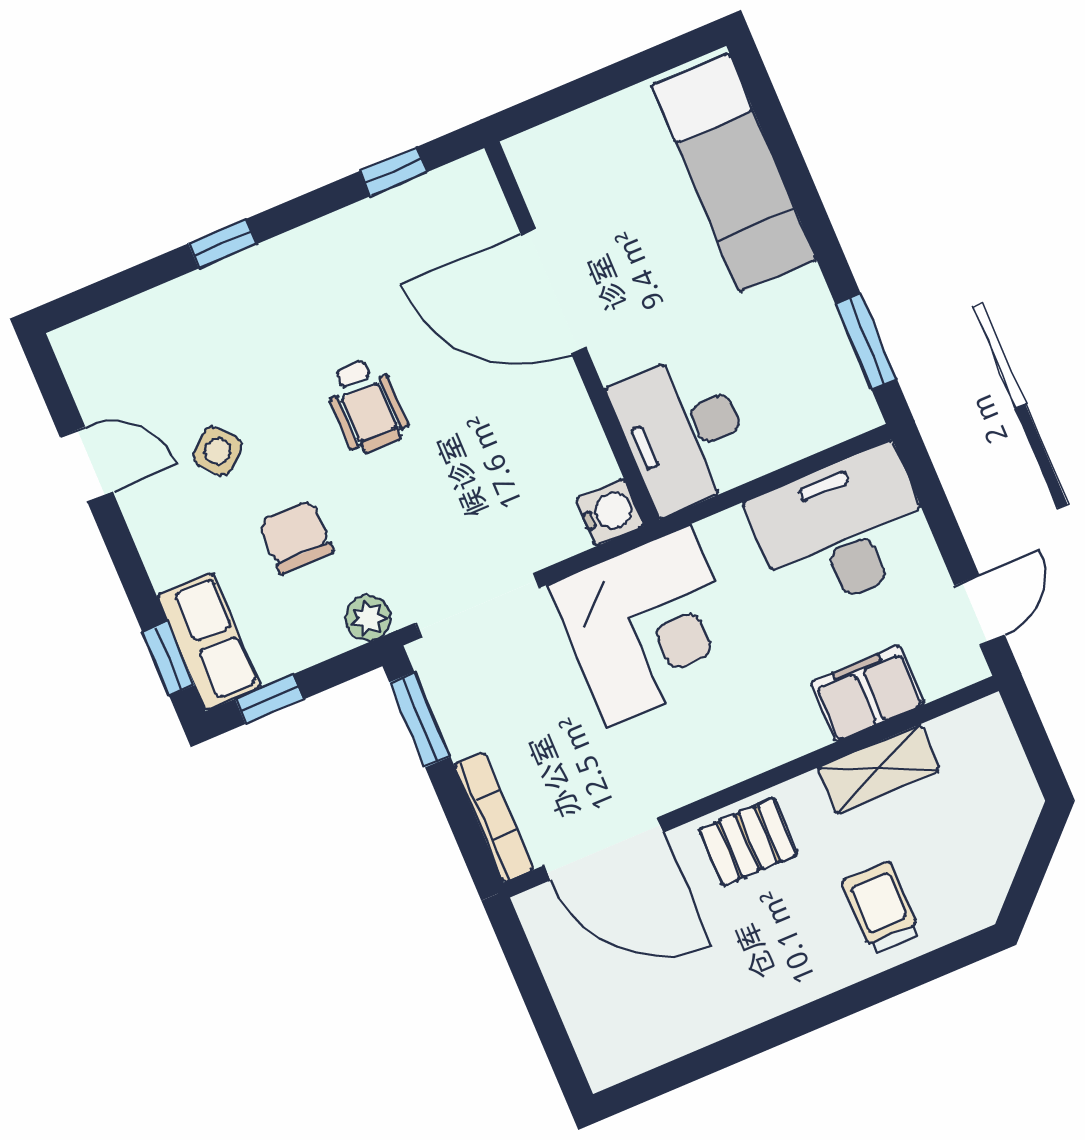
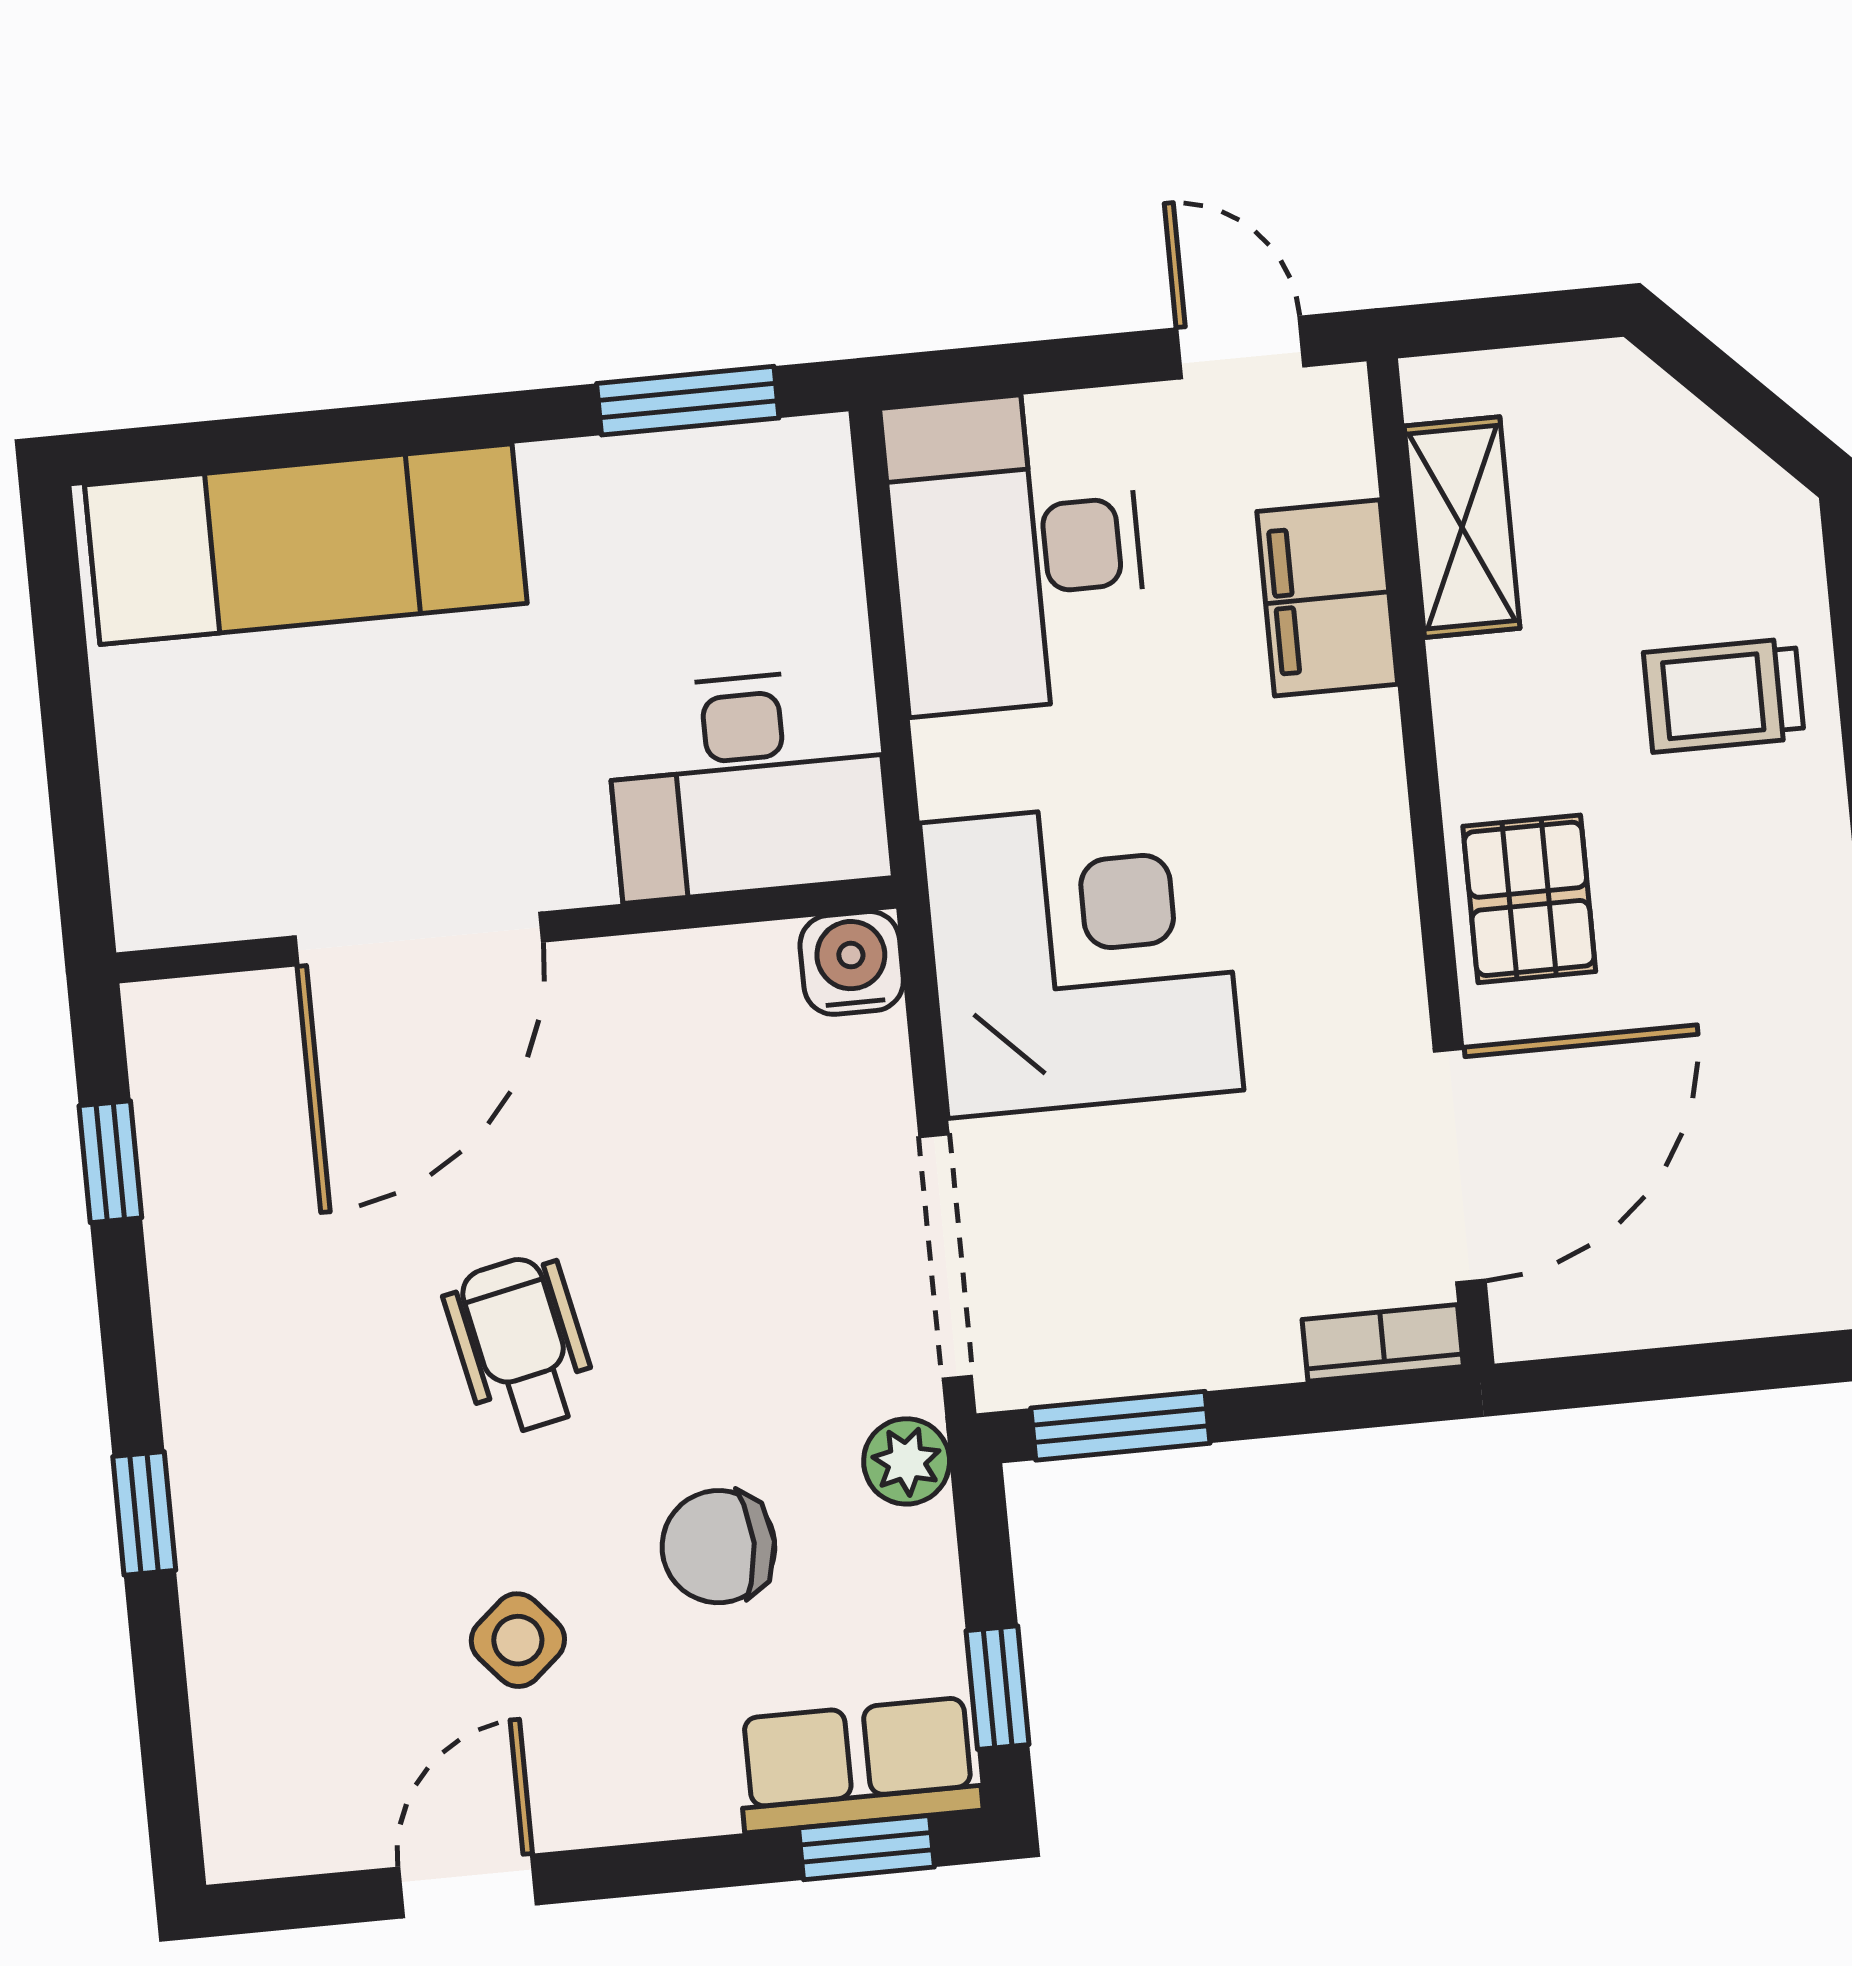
wheelchair: (366, 406) -> (520, 1345), turned -102
shelving: (879, 769) -> (1462, 527), moved
bookcase: (494, 817) -> (1383, 1343), width x0.64

